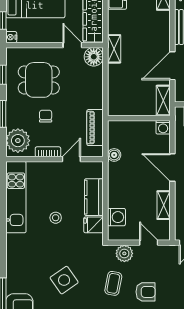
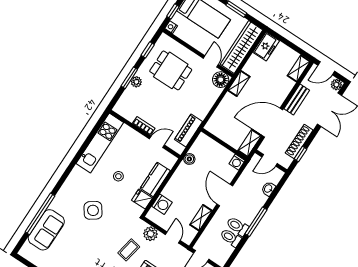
door: (172, 66) -> (272, 123), width x1.36
chair: (46, 116) -> (159, 99), removed
plant: (18, 141) -> (136, 82), moved, width x0.53, depth x0.53
side table: (64, 280) -> (93, 210), moved

